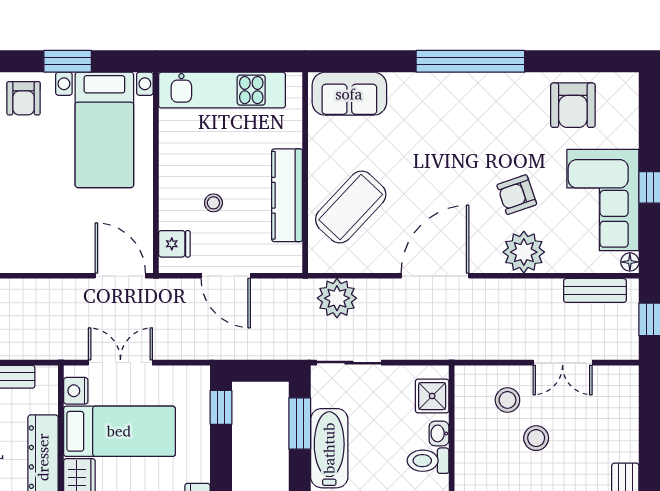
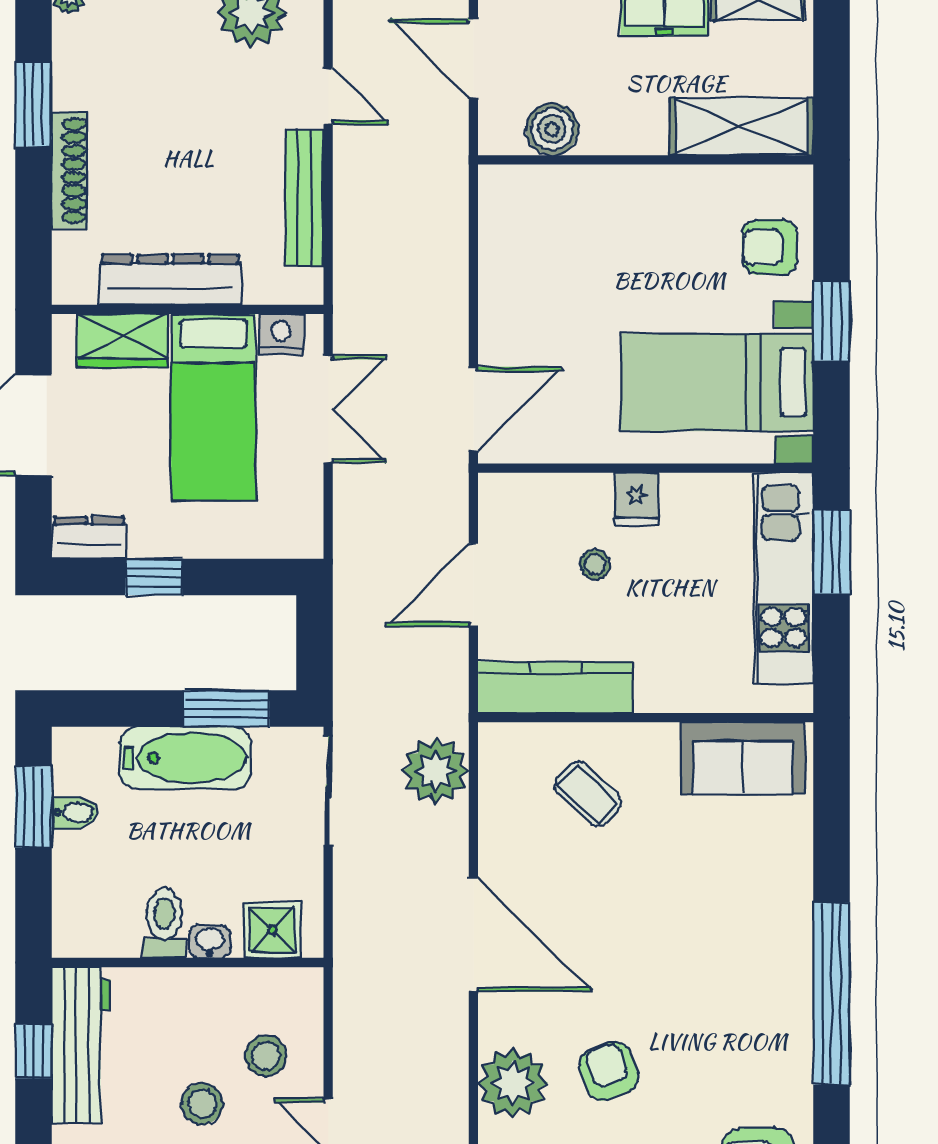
window: (206, 61) -> (832, 552), added
sofa: (349, 94) -> (743, 758), moved, turned -90
kitchen counter: (287, 195) -> (555, 687), moved
coffee table: (351, 207) -> (588, 794), width x0.54, depth x0.58
fridge: (174, 244) -> (636, 499), moved
window: (221, 407) -> (154, 577), moved

